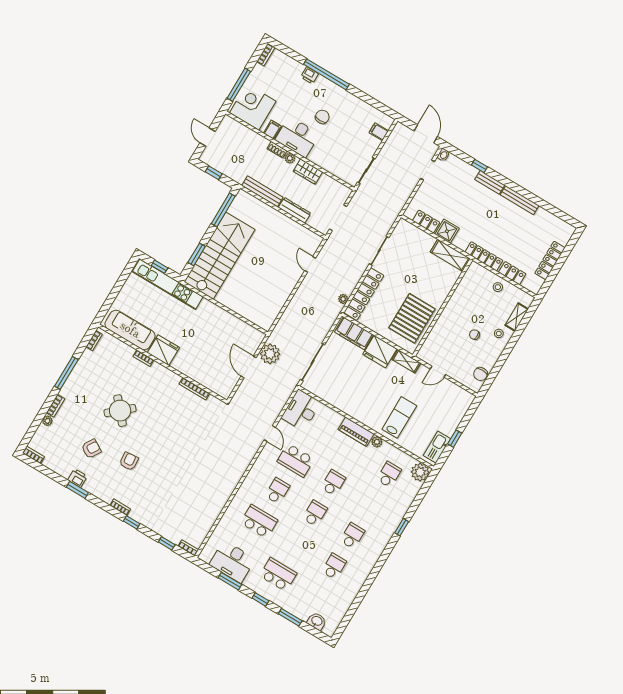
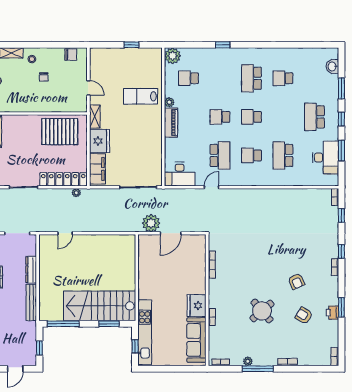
plant: (47, 421) -> (248, 361), moved
kitchen sink: (437, 447) -> (146, 54), removed
armchair: (129, 461) -> (296, 281), turned -109
school desk: (352, 536) -> (251, 78), width x1.85

